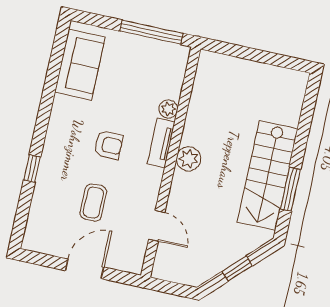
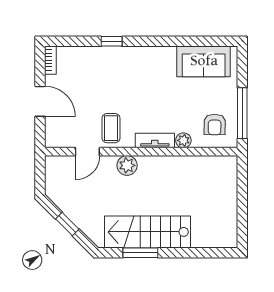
armchair: (108, 145) -> (215, 124), moved
plant: (189, 159) -> (127, 165), moved
coffee table: (93, 202) -> (111, 128), moved, turned 90
bookcase: (39, 246) -> (50, 60), added

